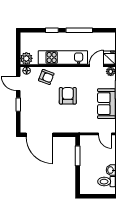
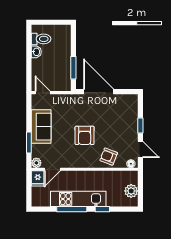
kitchen unit: (63, 57) -> (78, 199), moved, turned 180
plant: (26, 58) -> (131, 191), moved
door: (39, 135) -> (99, 92), moved

